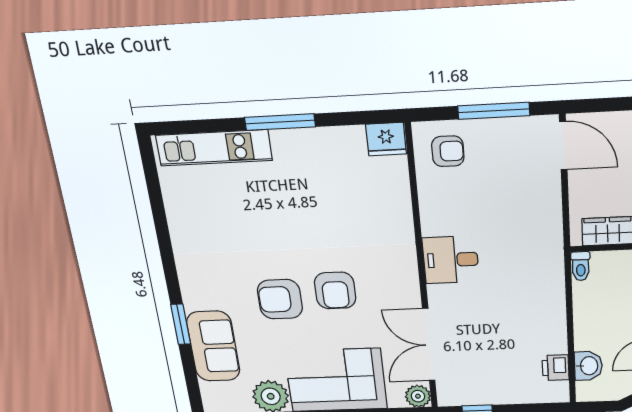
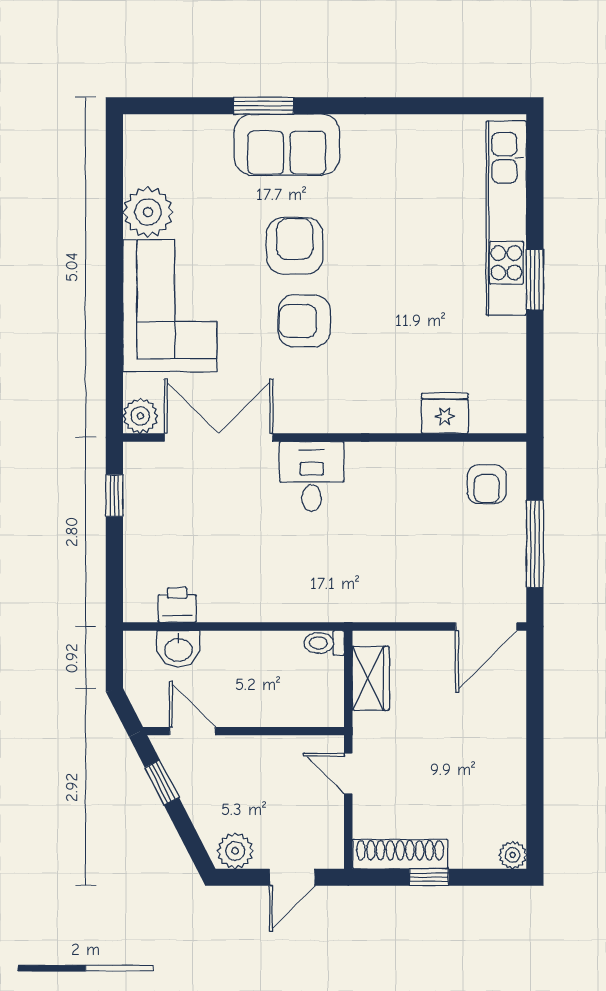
window: (280, 122) -> (535, 280), width x0.69
fridge: (386, 139) -> (445, 413), moved, turned 90
kitchen unit: (214, 148) -> (506, 218), width x1.36
desk: (451, 260) -> (312, 476), moved
sofa: (213, 346) -> (287, 145), moved

